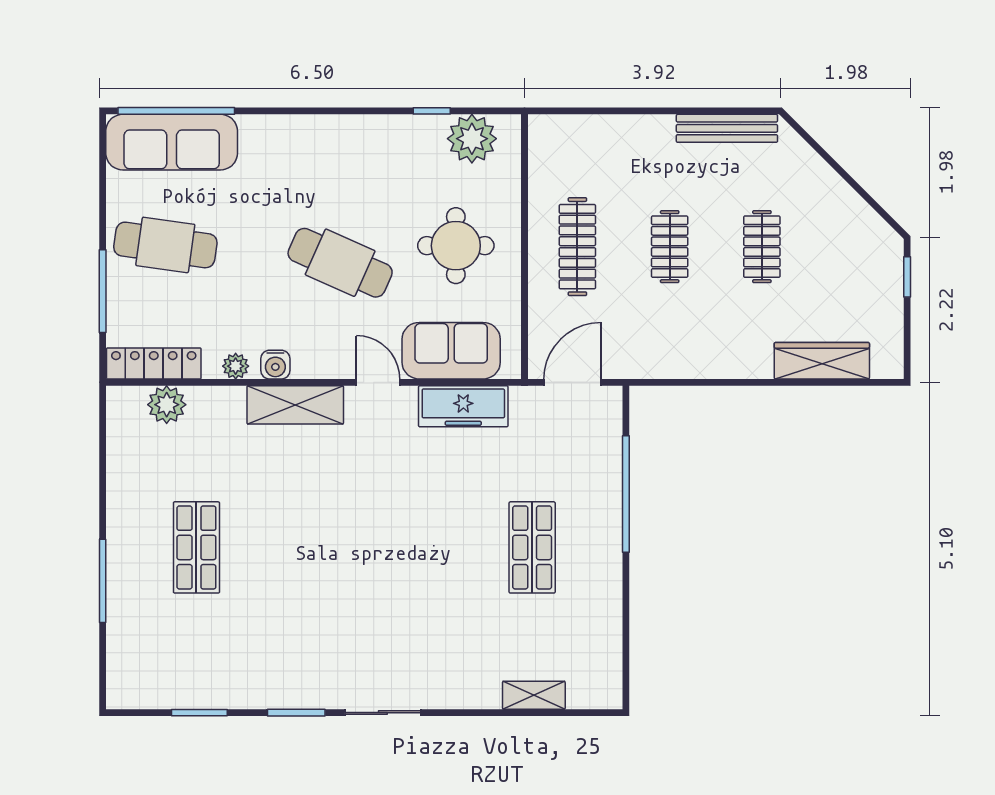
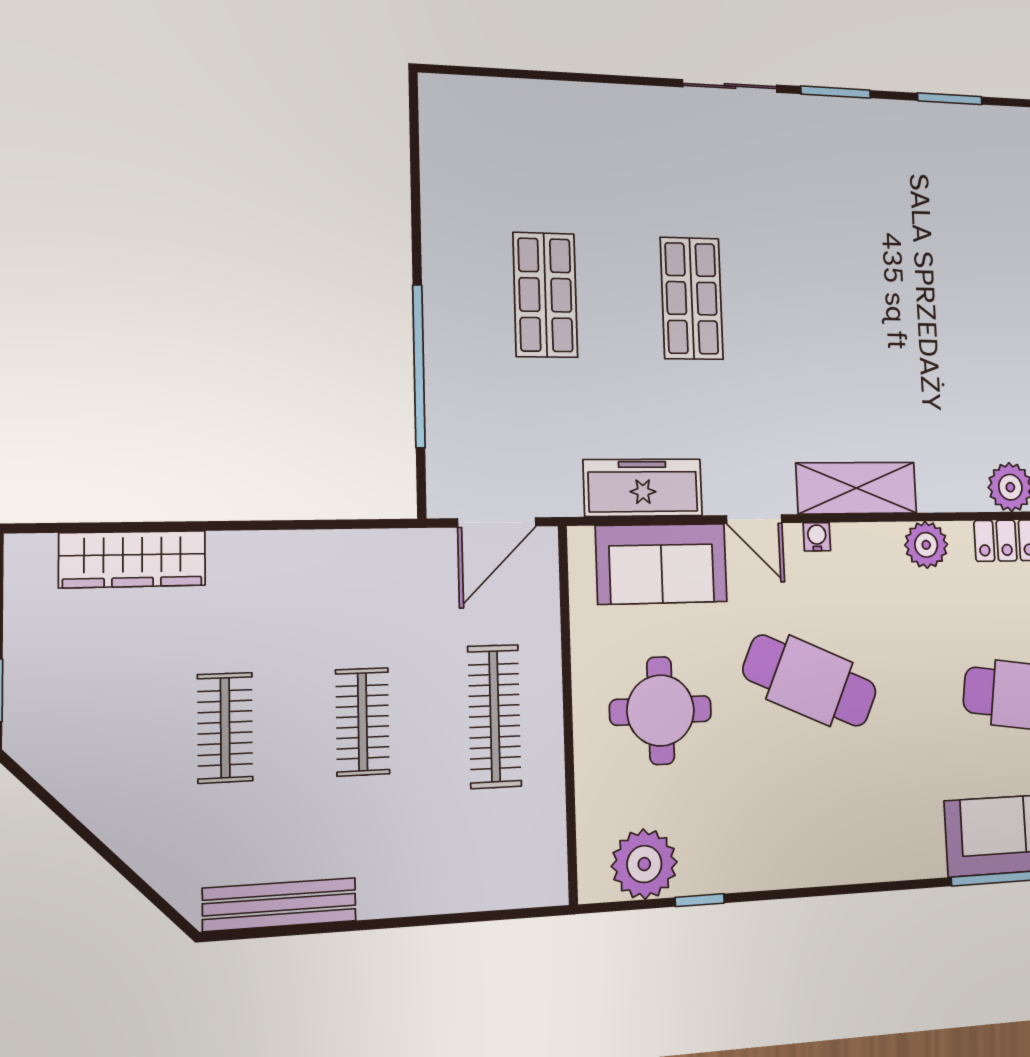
water cooler: (275, 365) -> (817, 537), moved, width x0.72, depth x0.72
plant: (236, 366) -> (926, 545), width x1.38, depth x1.38
shop shelf: (196, 547) -> (692, 298), moved
shelving: (534, 695) -> (537, 98), removed

